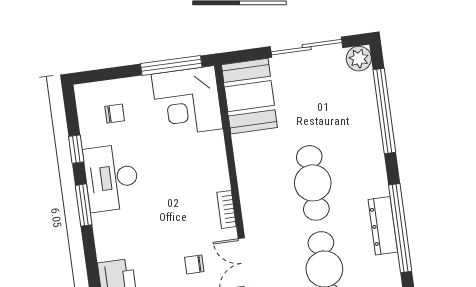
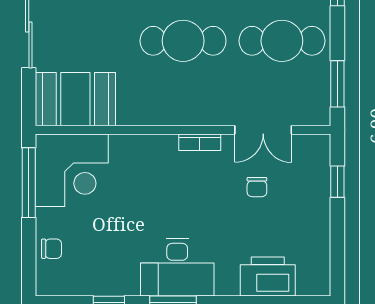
chair: (115, 114) -> (51, 249), moved, turned 90
desk: (111, 178) -> (177, 267), moved

